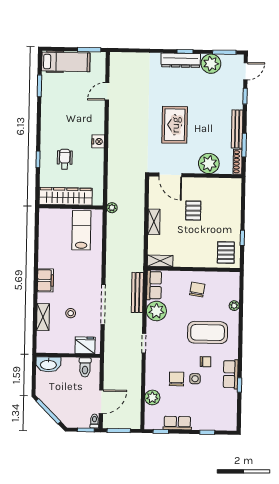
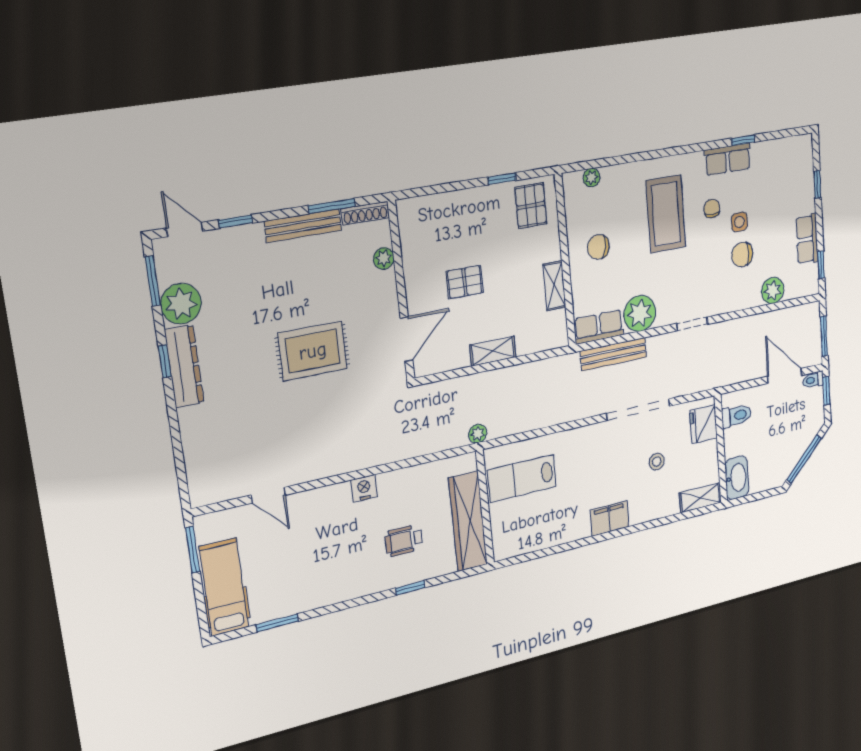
plant: (209, 163) -> (384, 258), width x0.53, depth x0.53
pallet: (226, 253) -> (531, 206), turned 90
shelving: (160, 261) -> (554, 286), moved
plant: (234, 306) -> (591, 178), moved
shelving: (43, 317) -> (700, 498), moved

